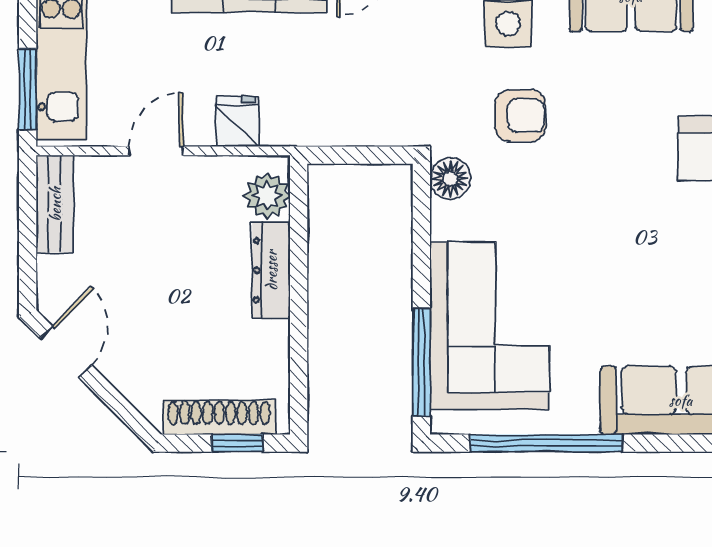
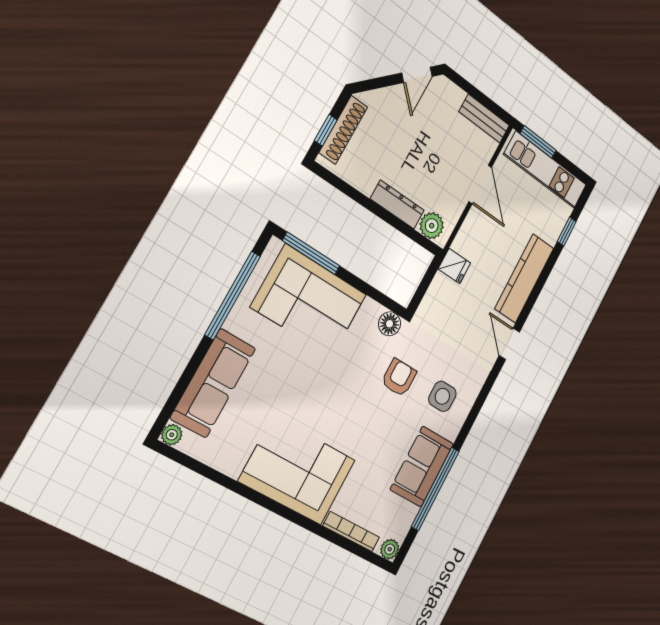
armchair: (520, 116) -> (399, 378), turned 180
fridge: (237, 121) -> (454, 266), moved
door: (156, 151) -> (480, 184), width x1.38
door: (66, 352) -> (417, 75), hinge flipped

